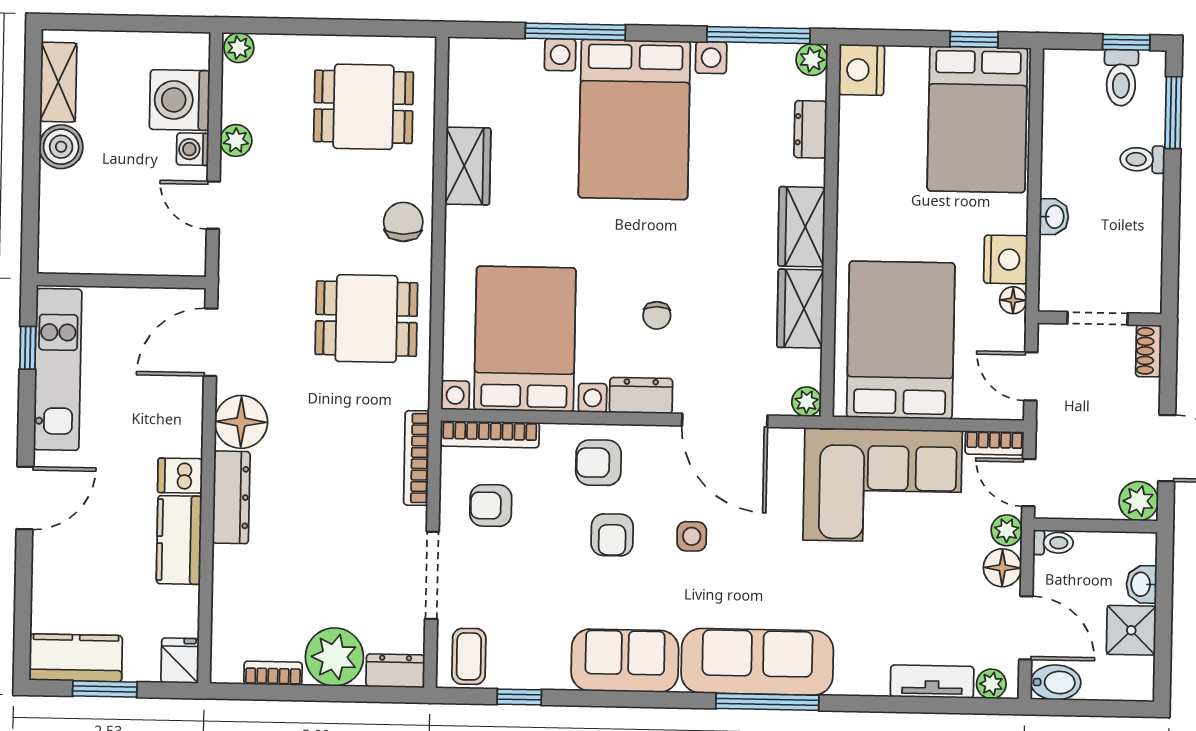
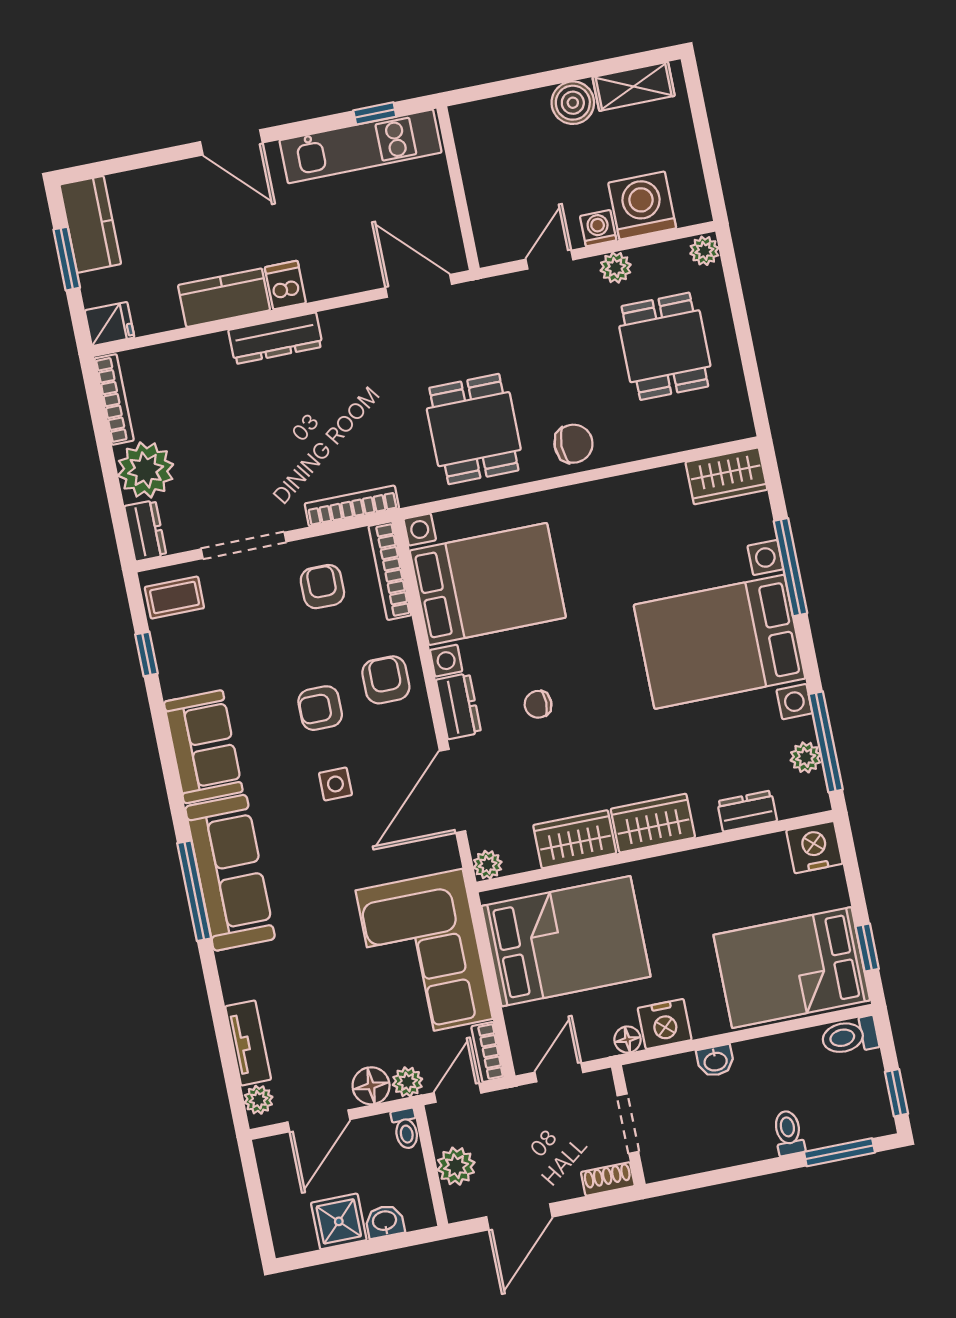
plant: (812, 60) -> (806, 757), moved
toilet: (1121, 78) -> (850, 1036), moved
dining table: (363, 107) -> (665, 346), moved
wardrobe: (468, 166) -> (726, 476), moved
floor lamp: (241, 422) -> (349, 332), removed
plant: (1139, 501) -> (456, 1166), moved
bookcase: (273, 673) -> (114, 399), width x1.56
bidet: (1056, 682) -> (273, 1161), removed

